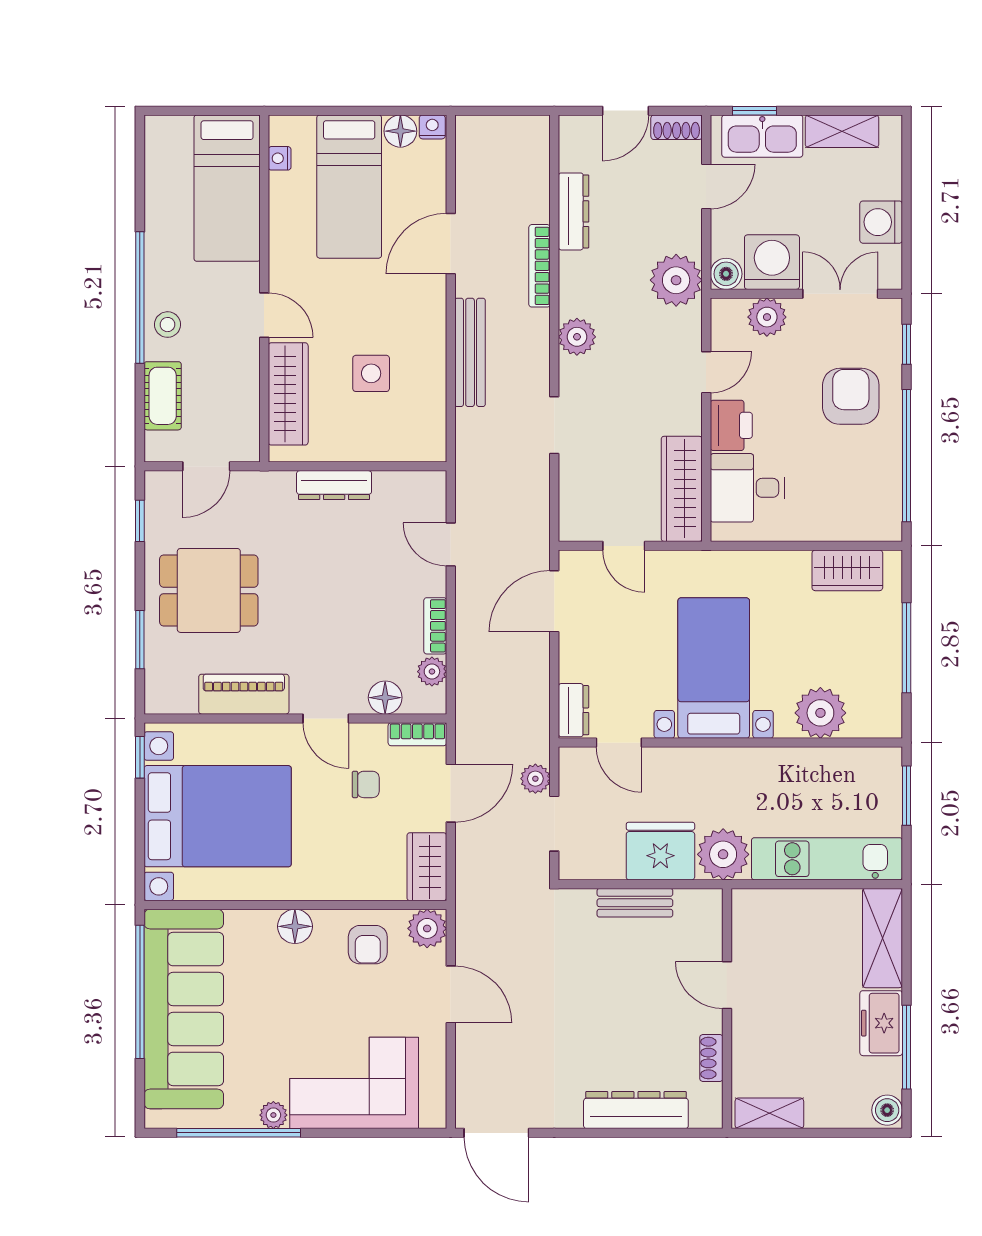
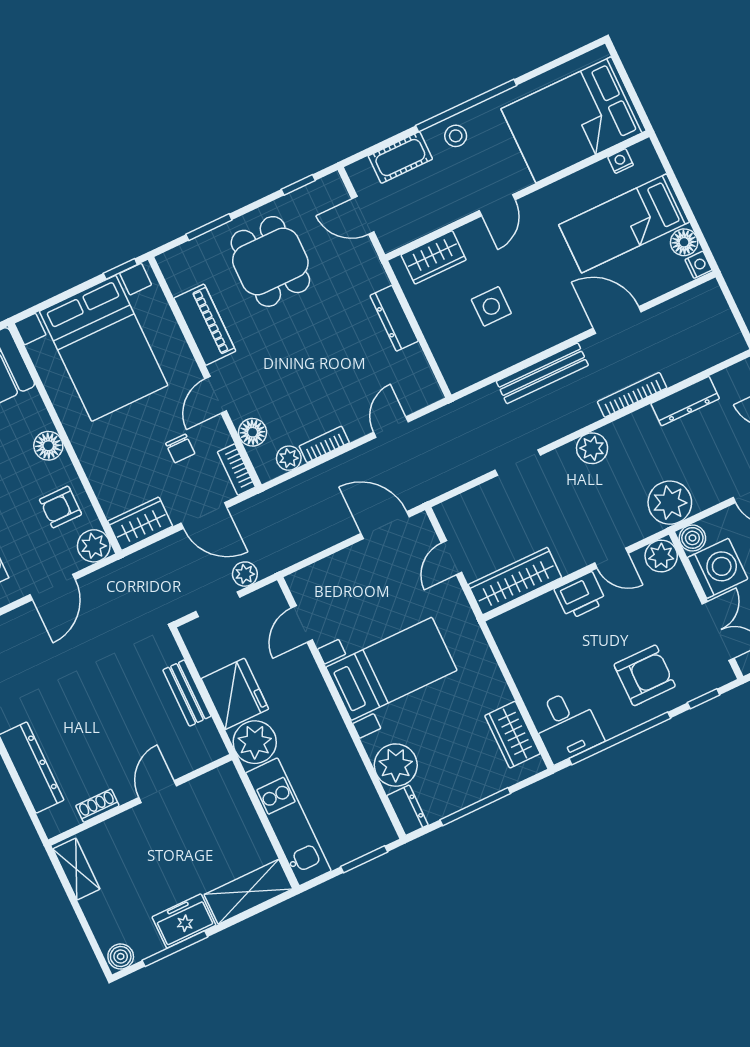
bed: (227, 188) -> (574, 120), width x1.50
plant: (767, 317) -> (661, 556), moved
wardrobe: (288, 394) -> (434, 257), width x0.67
desk: (747, 488) -> (566, 726), moved, turned 180
dresser: (573, 710) -> (407, 810), moved, turned -90

